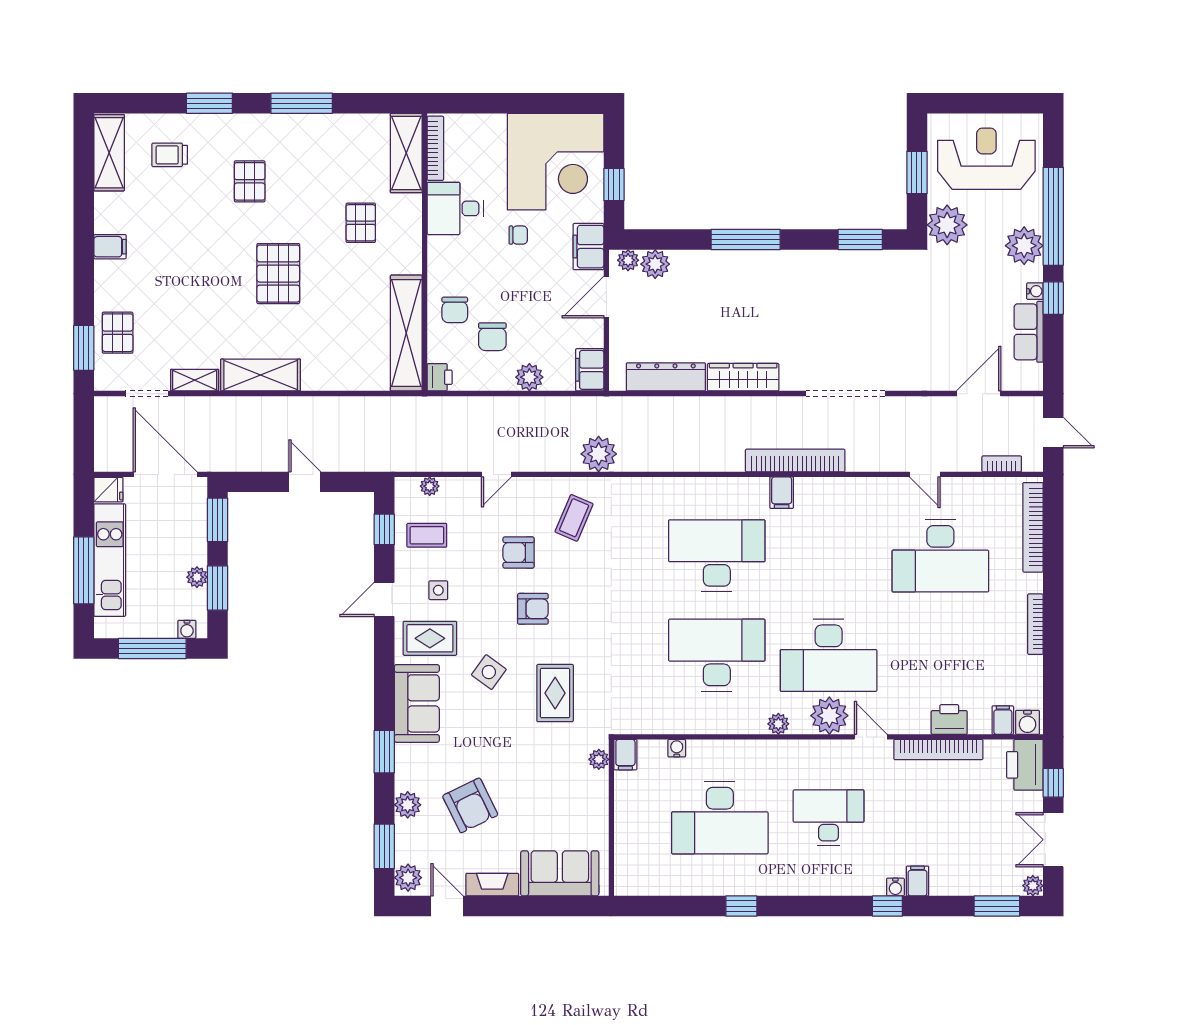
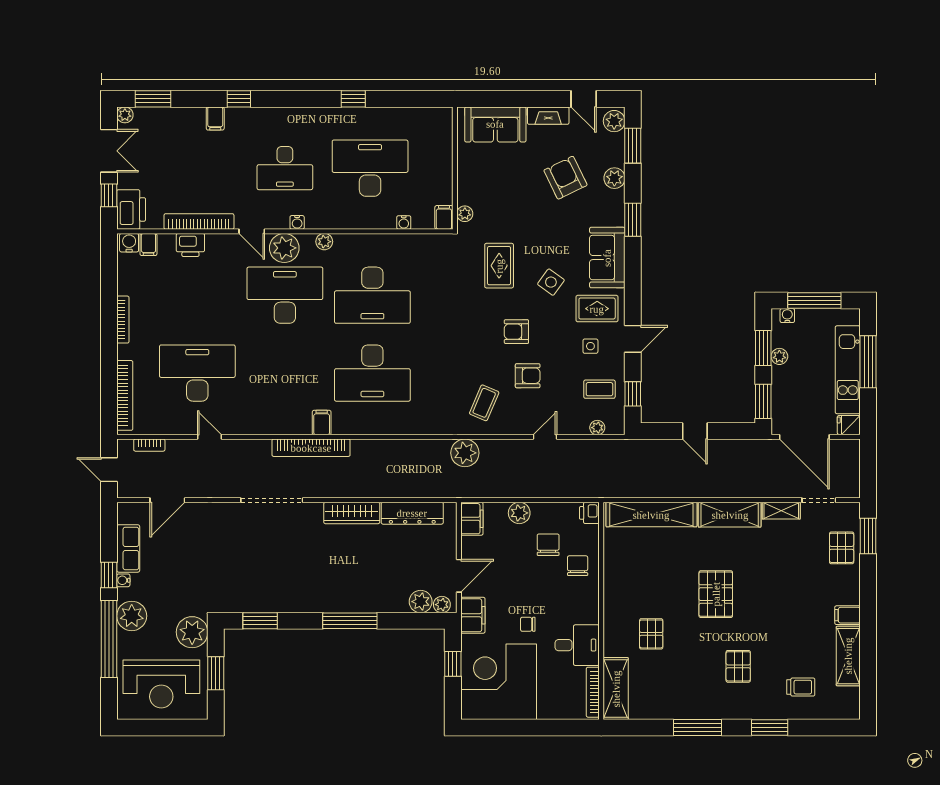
shelving: (109, 153) -> (848, 656), moved
shelving: (406, 333) -> (651, 515), moved, turned 90
water cooler: (895, 887) -> (297, 222), moved, turned 180

